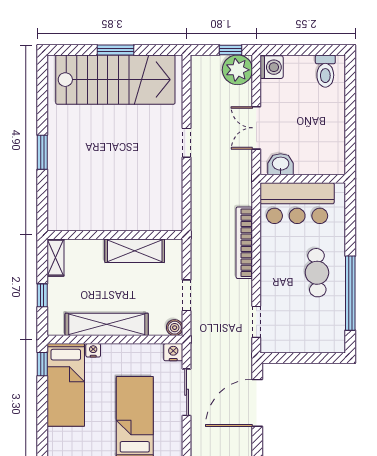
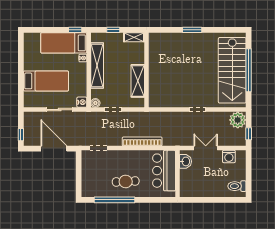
window: (115, 50) -> (249, 70), width x2.11
washing machine: (272, 67) -> (229, 156), moved
plant: (237, 70) -> (238, 120), moved

